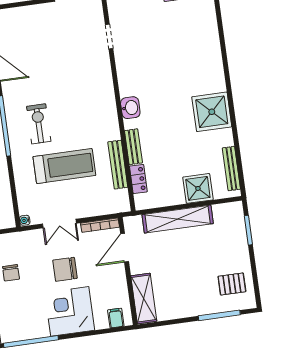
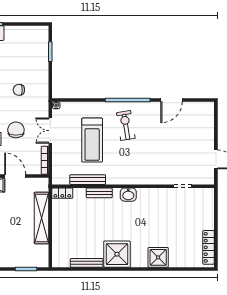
exercise bike: (39, 124) -> (126, 125), turned -99
bench: (231, 169) -> (87, 263), moved
locker: (138, 179) -> (62, 193), moved
shower: (198, 188) -> (158, 257), moved
door: (125, 248) -> (15, 176), moved

